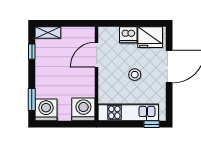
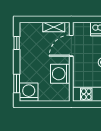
shelving: (48, 33) -> (54, 27), moved
washing machine: (83, 109) -> (60, 74), moved, turned -90

